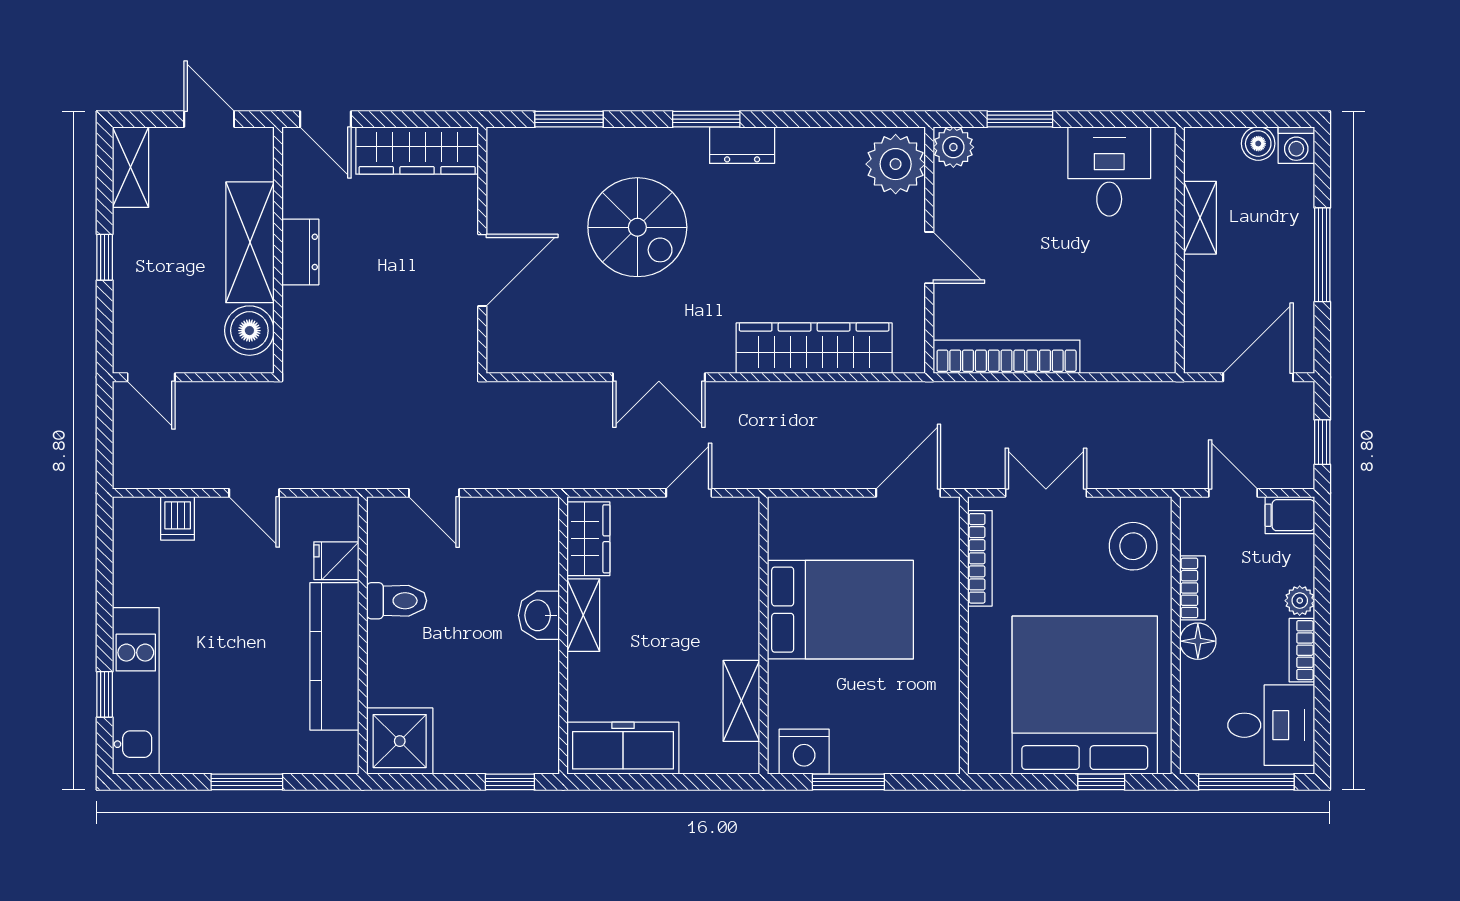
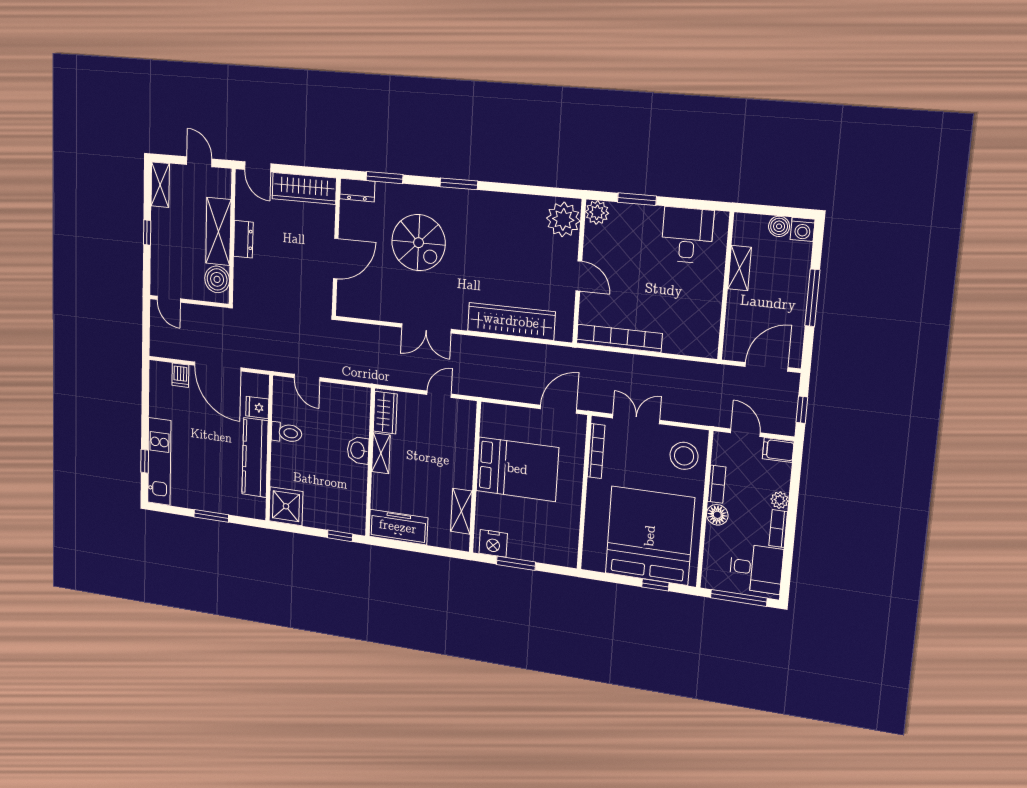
dresser: (742, 145) -> (357, 190), moved
door: (254, 493) -> (218, 366), width x1.87

